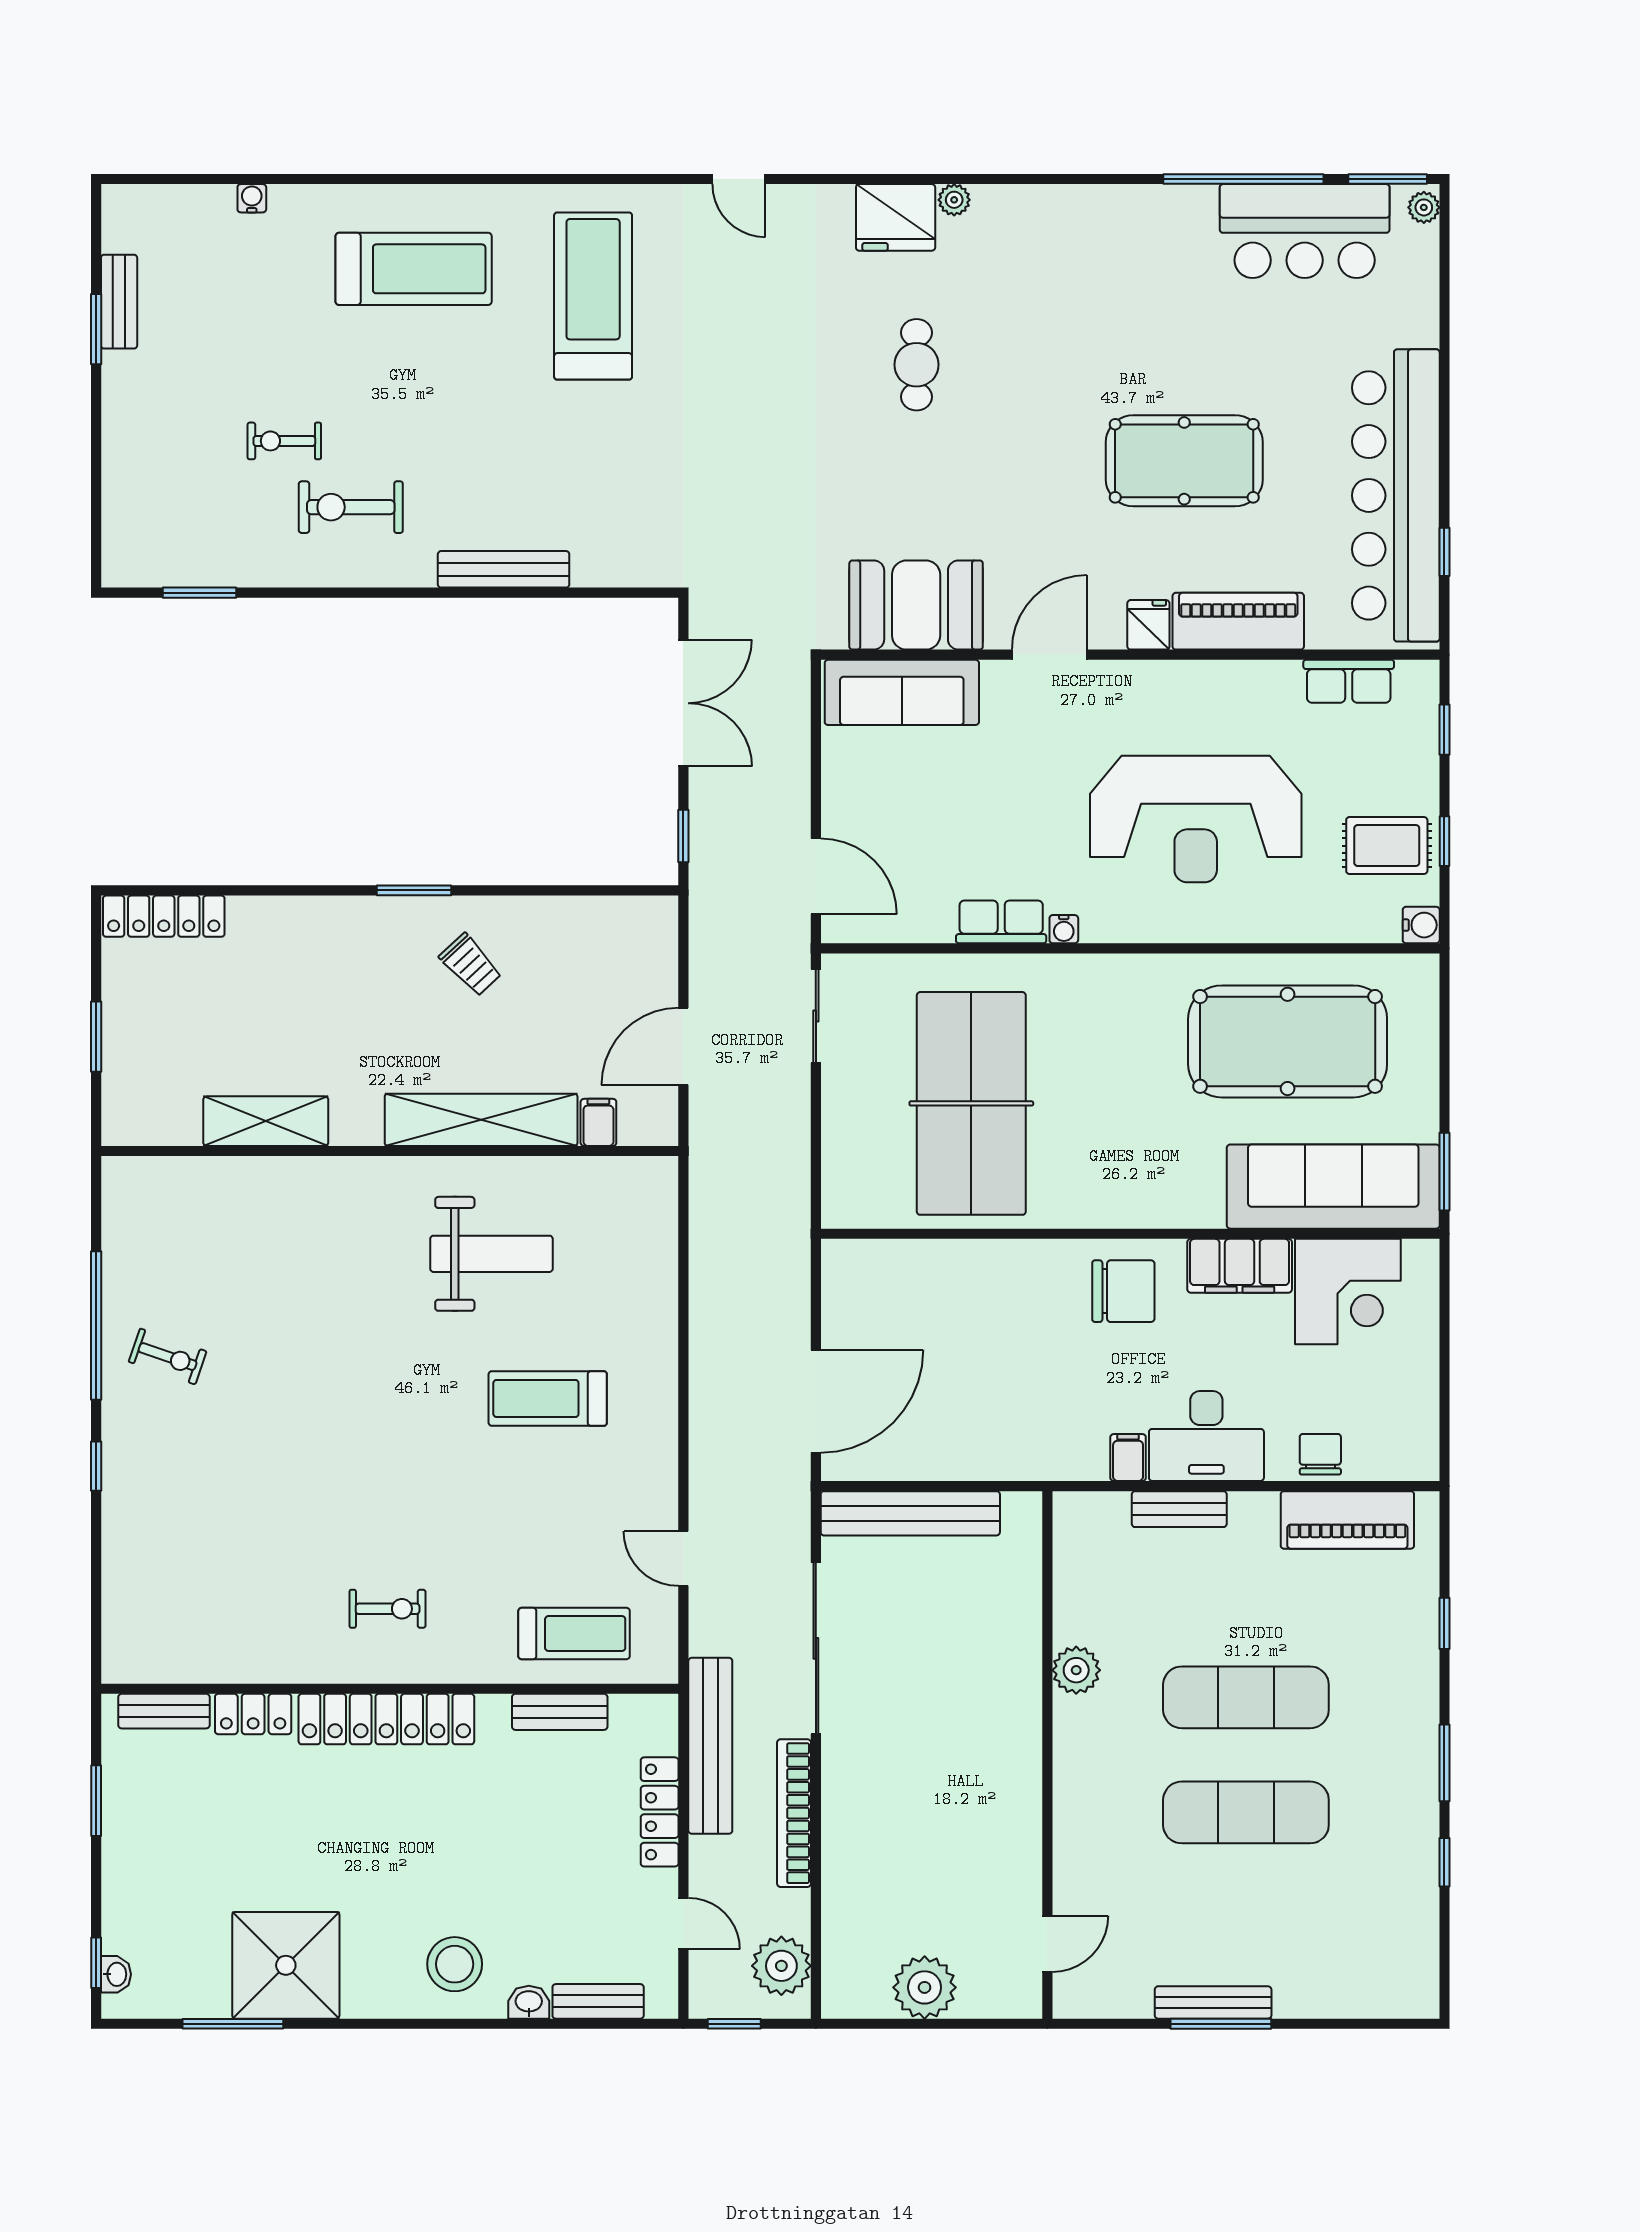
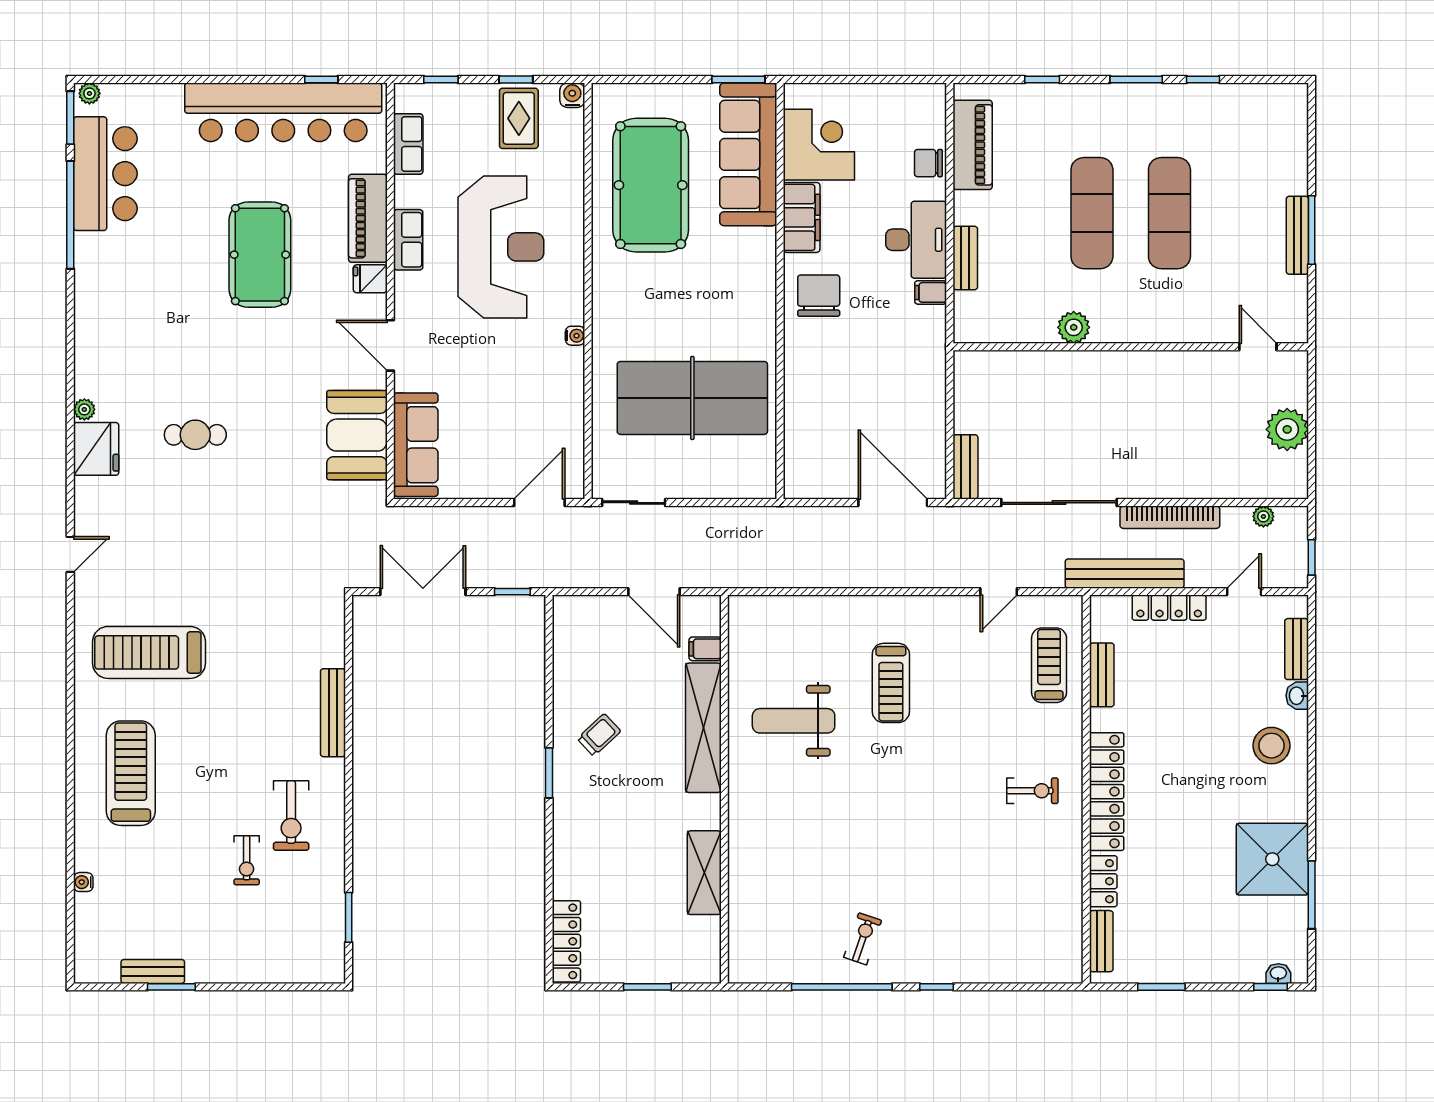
row of seats: (1001, 922) -> (408, 240), moved, turned 180
weight bench: (491, 1254) -> (794, 721), turned -90
bench: (910, 1513) -> (965, 467), width x0.54, depth x0.82
exercise bike: (388, 1609) -> (1032, 791), turned 90
plant: (781, 1966) -> (1263, 516), width x0.53, depth x0.53

